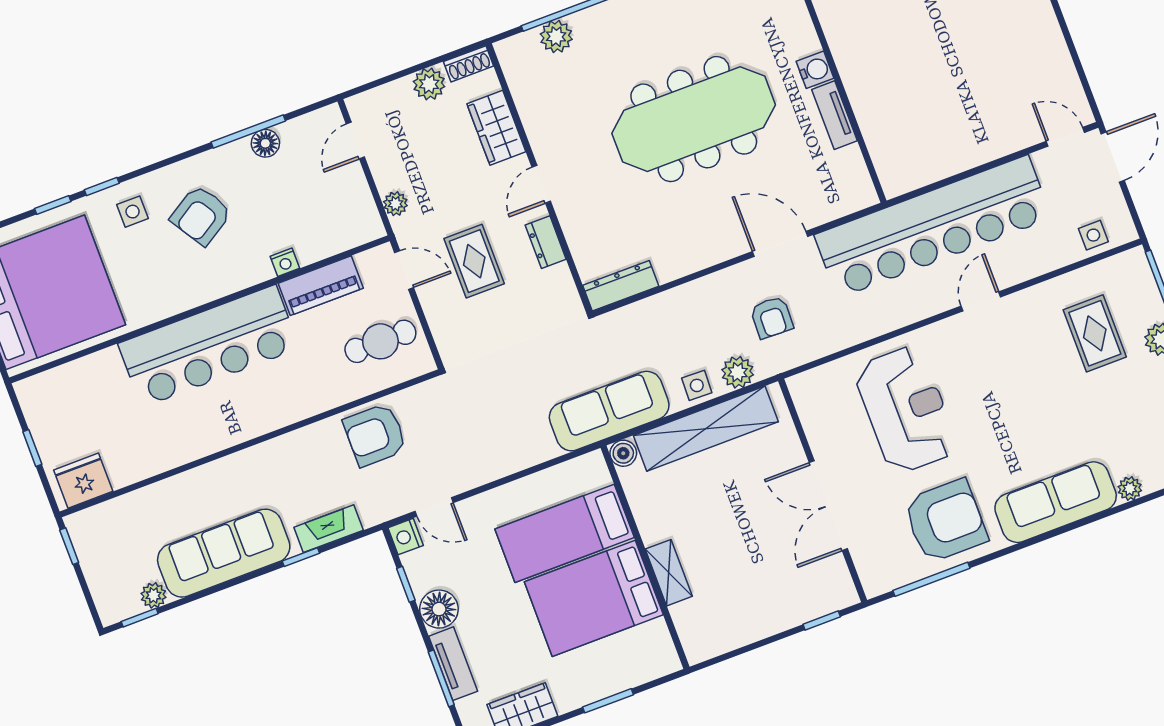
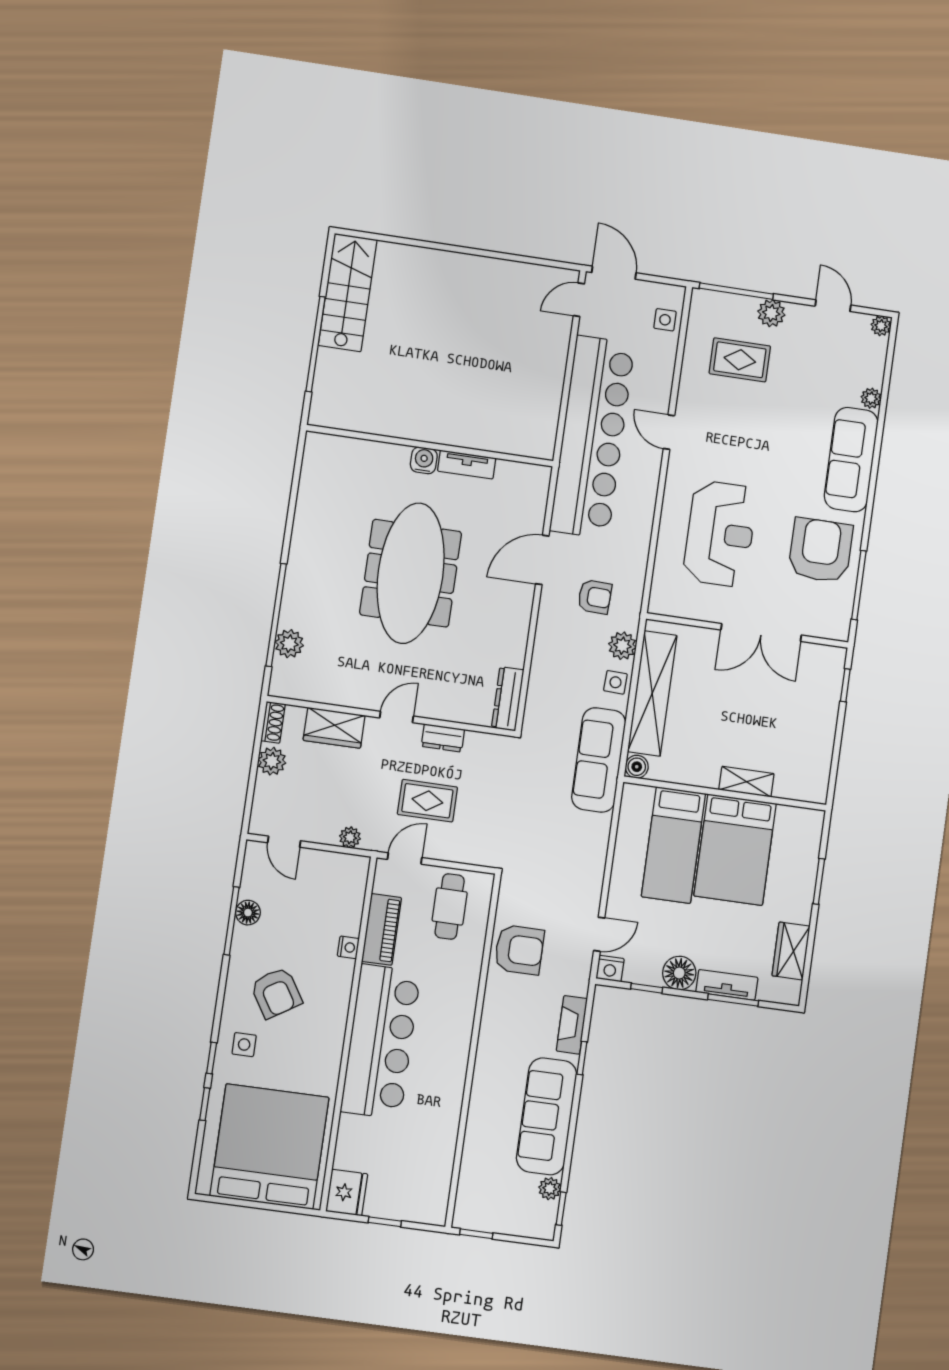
door: (541, 184) -> (397, 717), swing flipped
reception desk: (906, 410) -> (720, 534), turned 90
armchair: (375, 435) -> (519, 950), turned -90
fridge: (83, 481) -> (347, 1193), moved, turned 180

